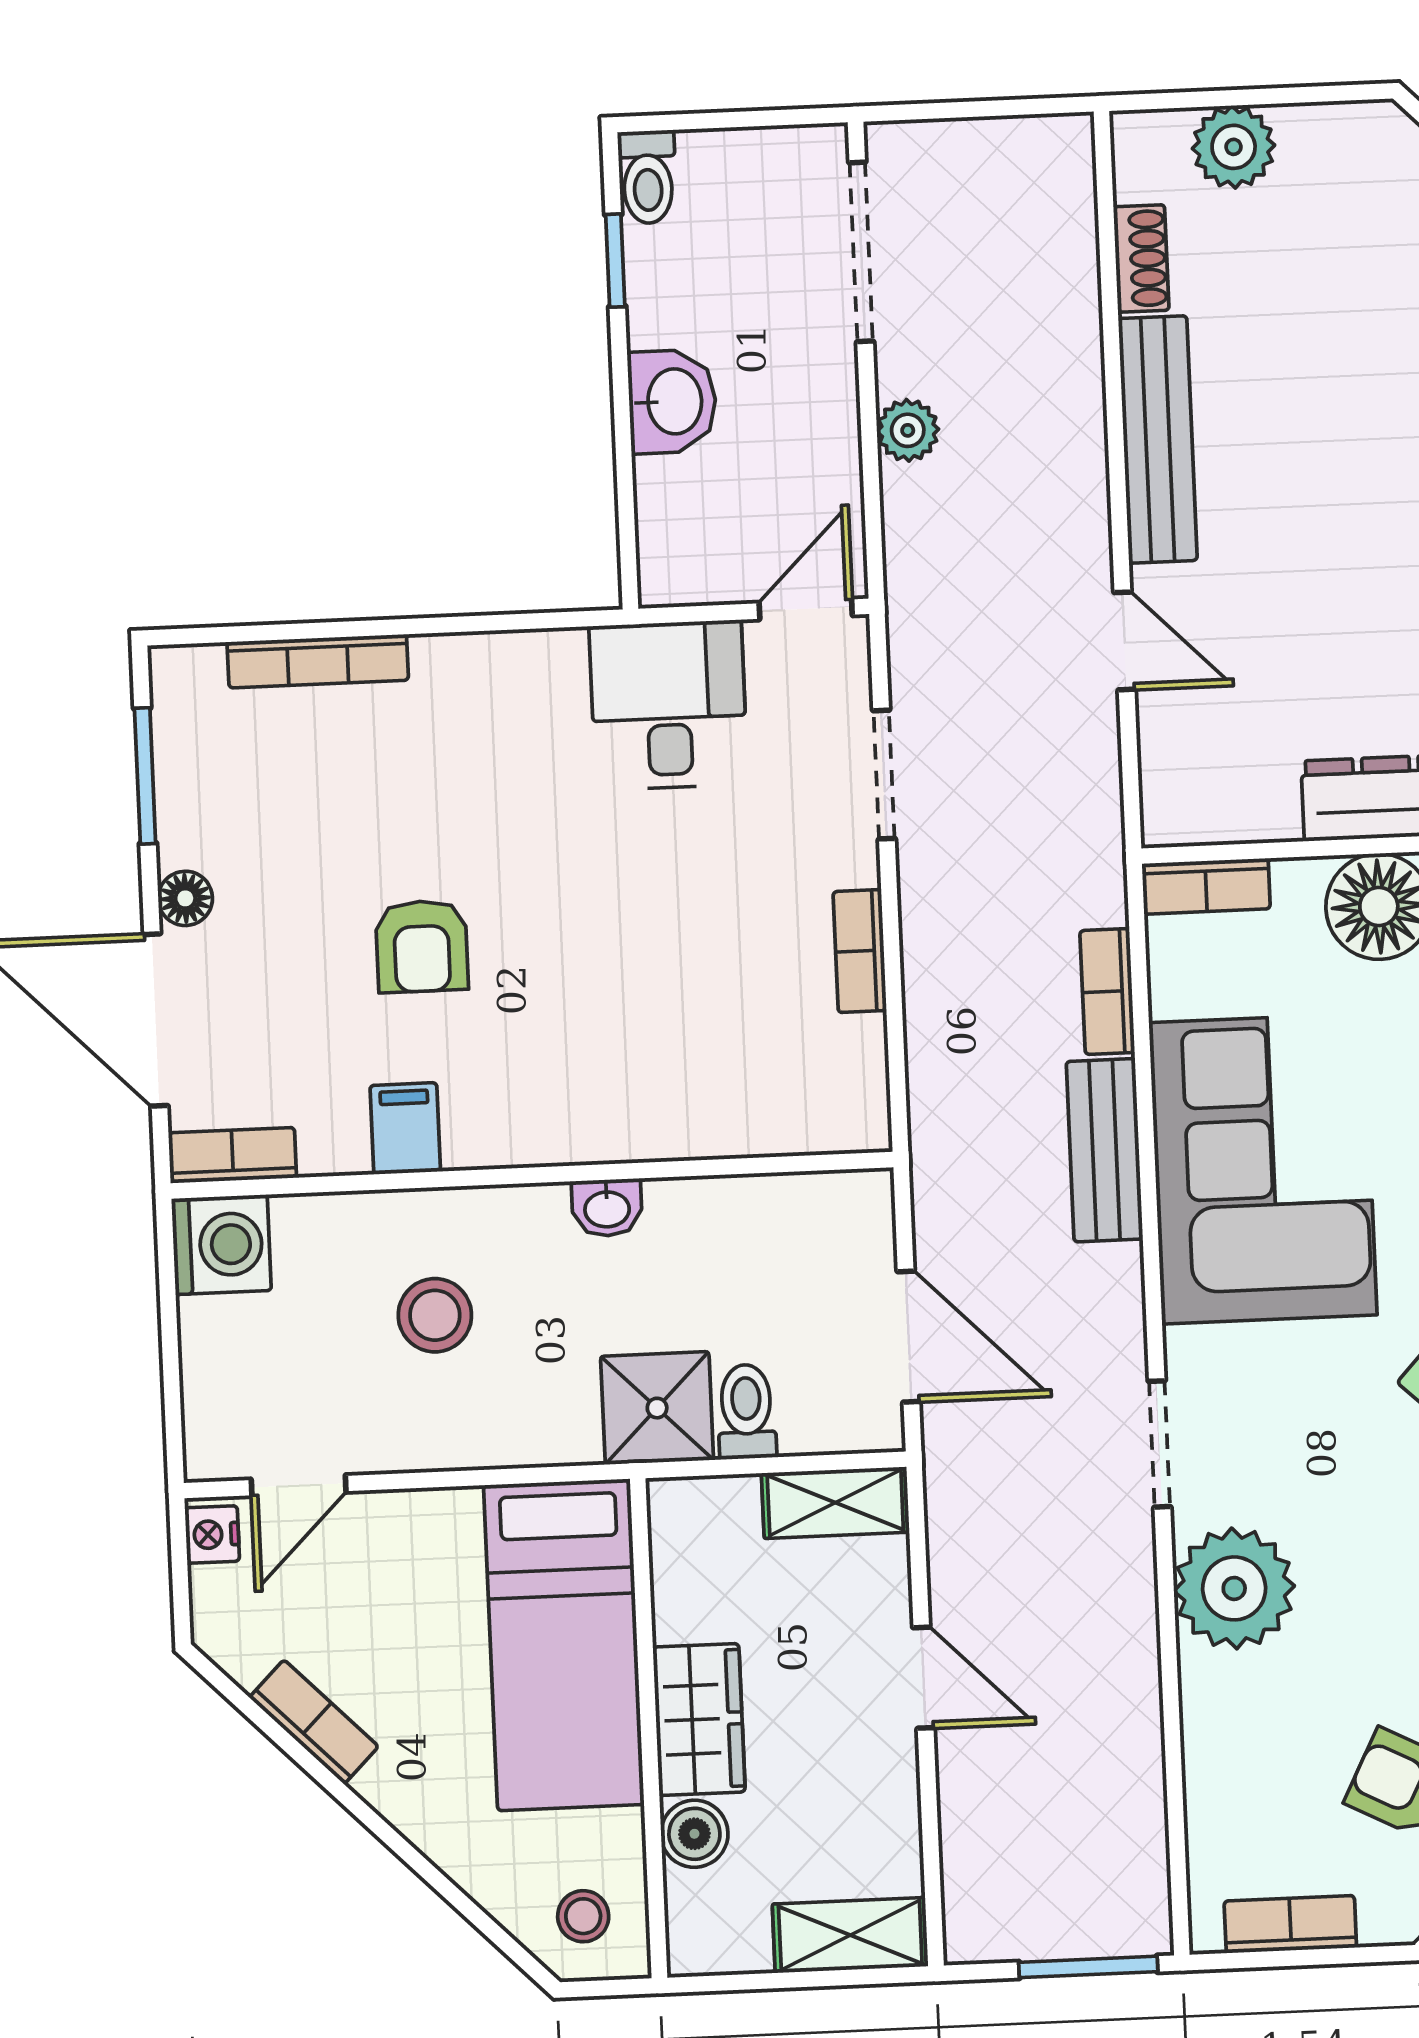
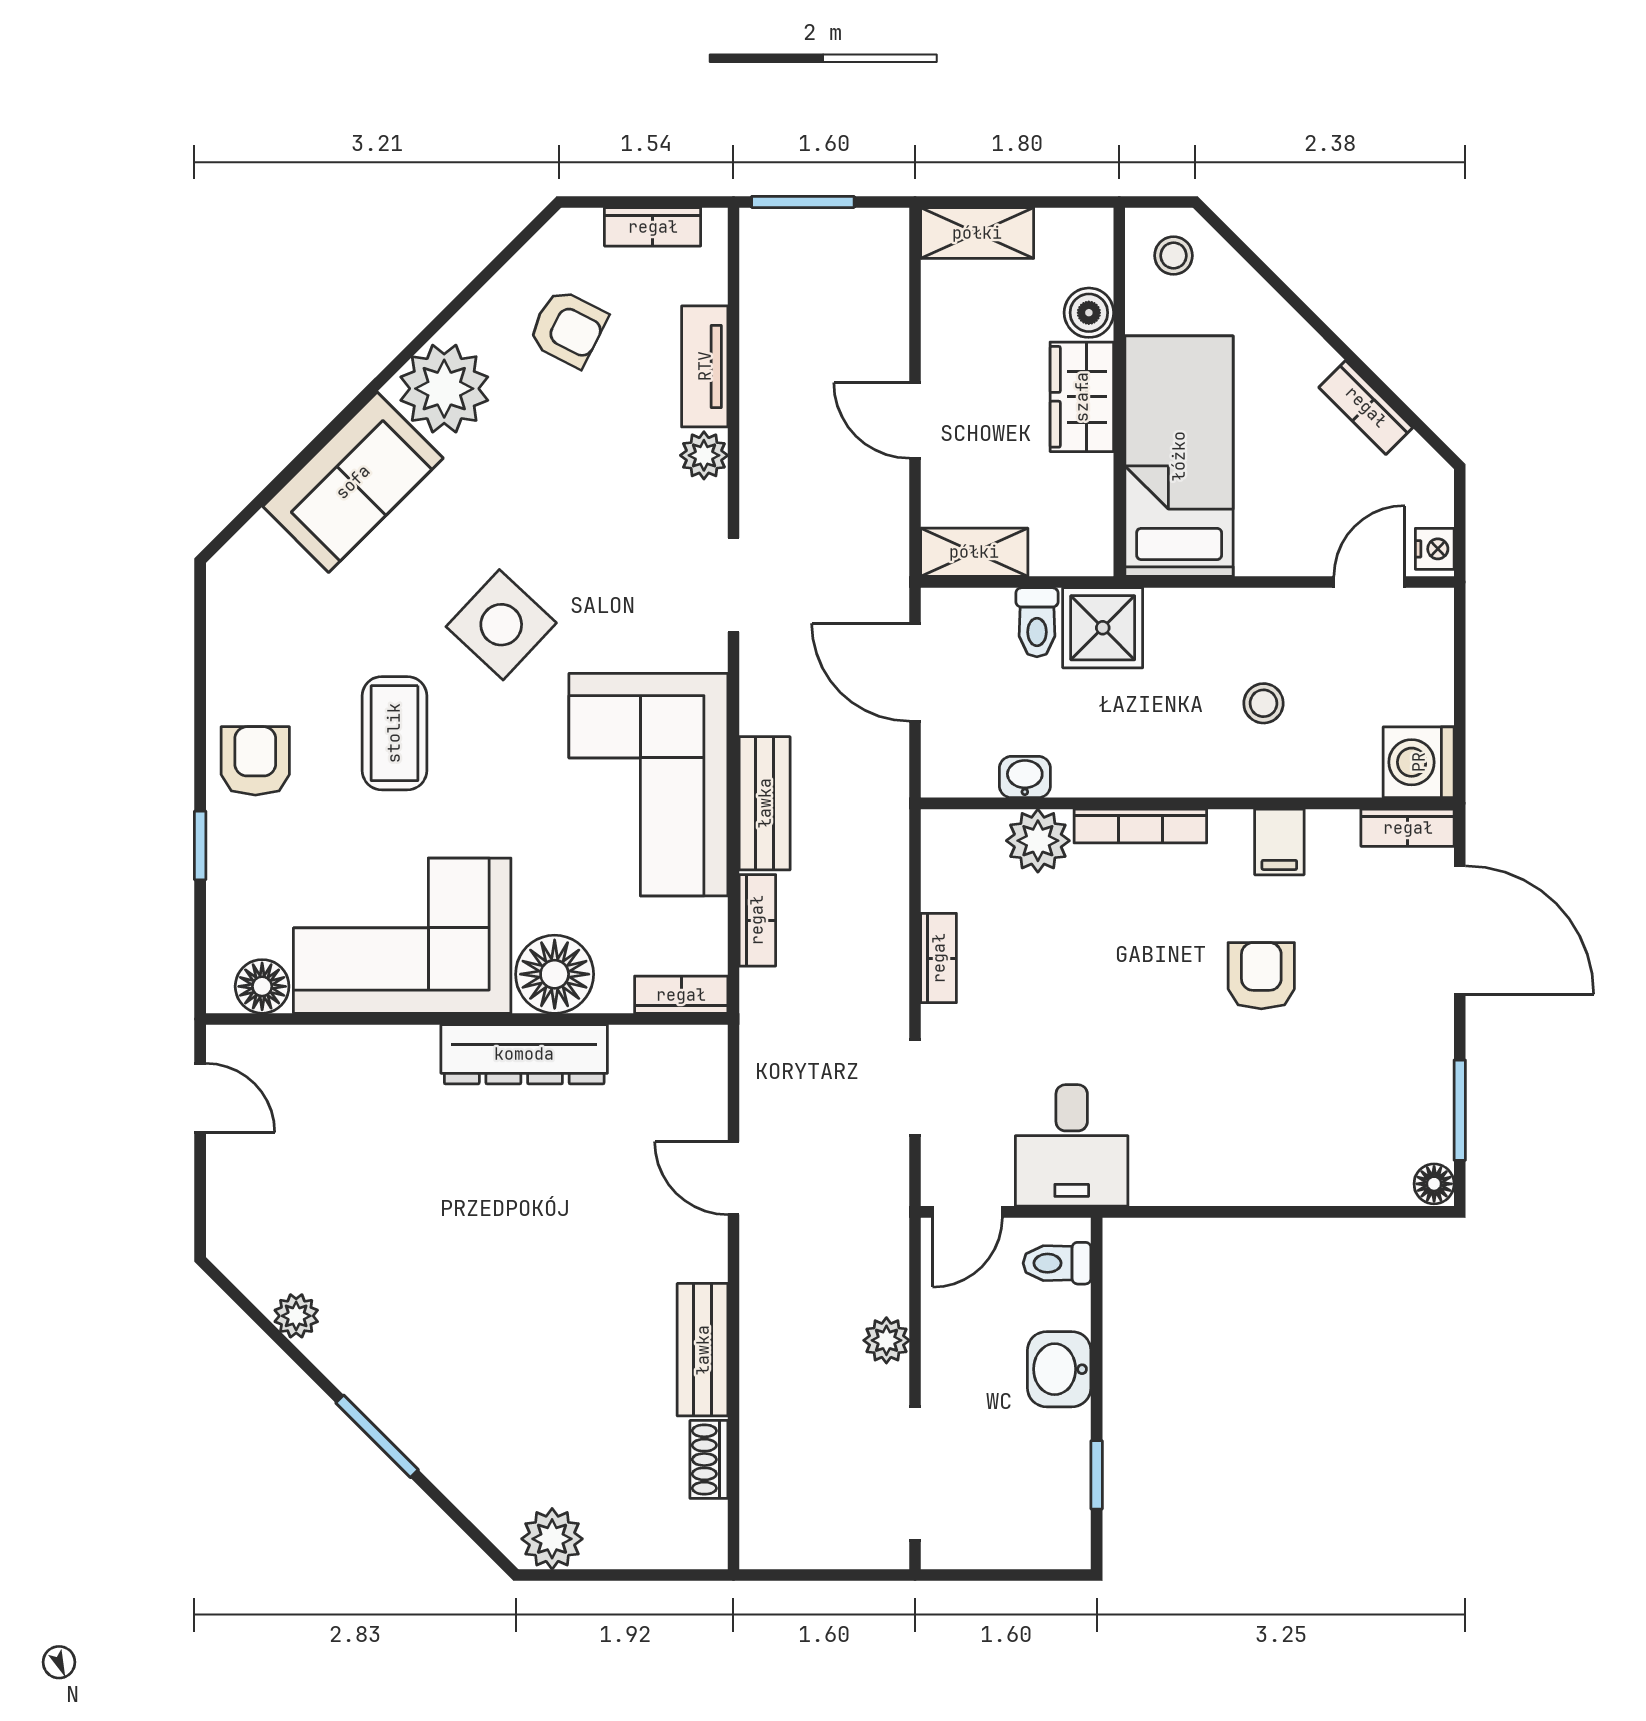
plant: (1234, 147) -> (552, 1539), moved
toilet: (648, 177) -> (1057, 1263), moved, turned -90
bench: (1158, 439) -> (703, 1350), width x0.73
bookcase: (318, 661) -> (1140, 826), moved, turned 180
floor lamp: (185, 898) -> (1434, 1184), moved
plant: (732, 1116) -> (1038, 841), added
washbasin: (607, 1208) -> (1025, 777), moved
stool: (435, 1315) -> (1263, 703), width x0.73, depth x0.73
plant: (1234, 1588) -> (704, 455), width x0.53, depth x0.53
tv unit: (1211, 1738) -> (705, 366), added

